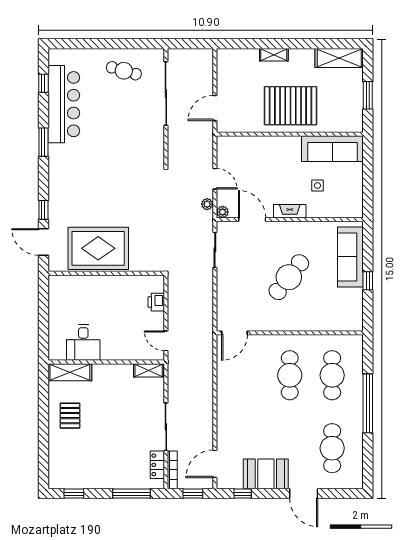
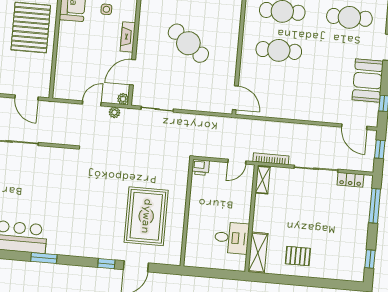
wall: (106, 273) -> (187, 213), moved
bookcase: (172, 470) -> (271, 159), moved

